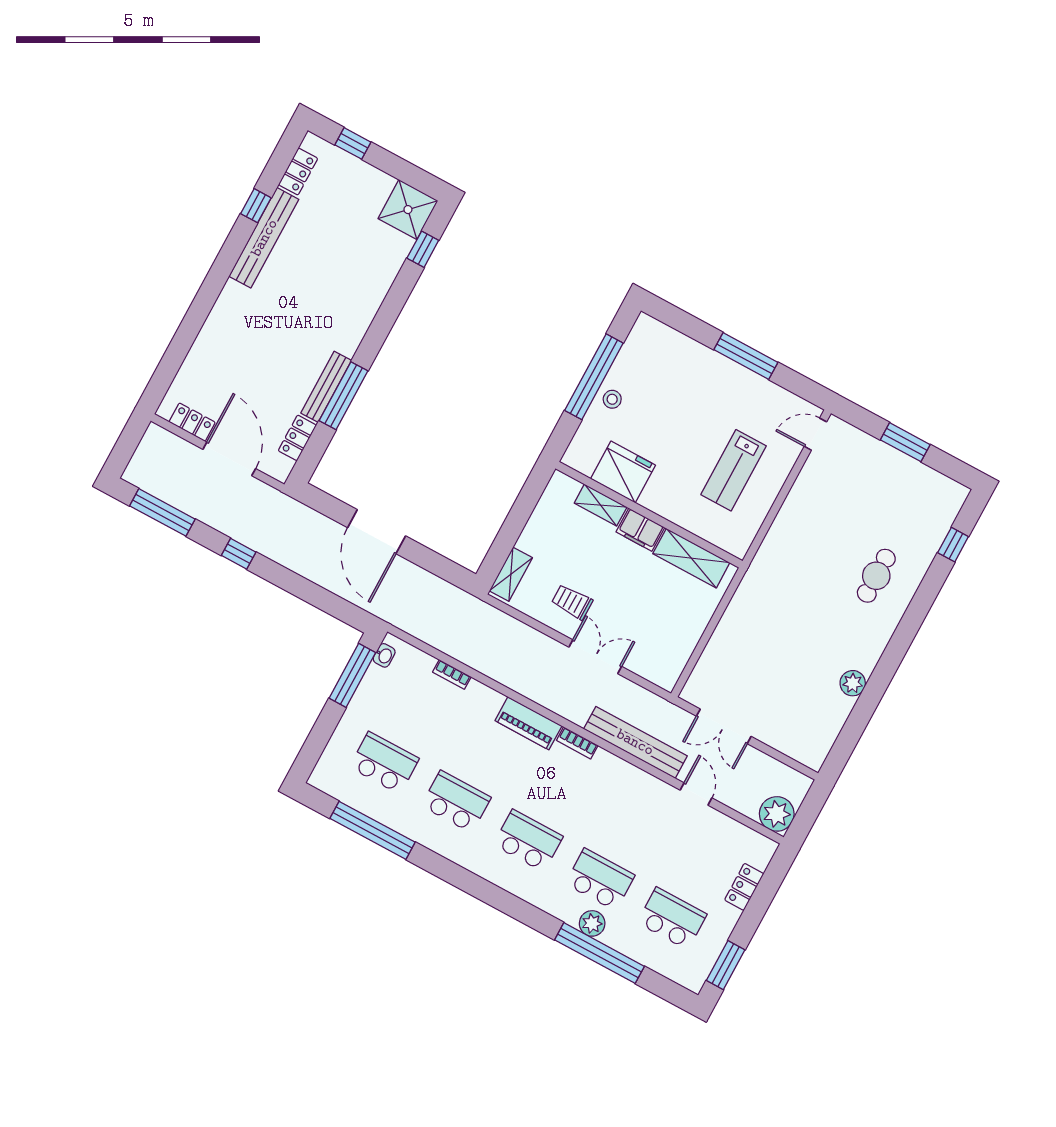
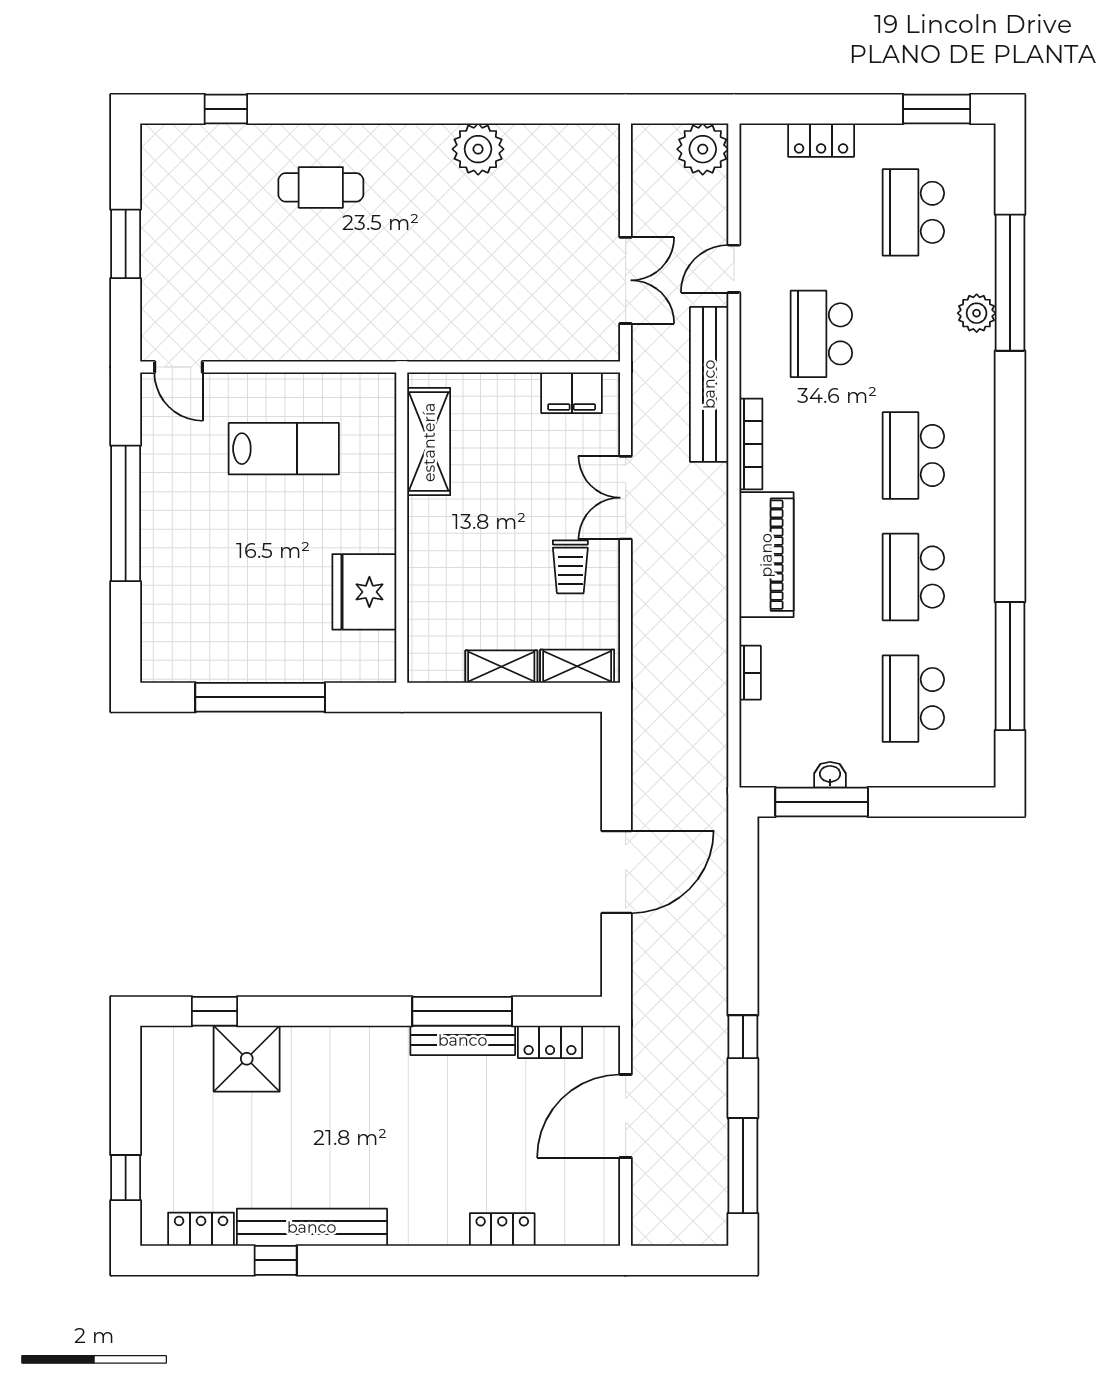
shower: (408, 210) -> (247, 1059), moved
window: (746, 356) -> (126, 513), width x1.46
stool: (612, 399) -> (277, 658), removed
locker: (192, 422) -> (502, 1230), moved, turned 90
shelving: (601, 505) -> (501, 667), moved, turned 90
filing cabinet: (640, 530) -> (572, 393), moved, turned 90
washbasin: (384, 655) -> (830, 775), moved
plant: (853, 683) -> (478, 149), width x1.36, depth x1.36
piano: (528, 723) -> (766, 555), width x1.37, depth x1.33
bookcase: (577, 743) -> (751, 444), width x1.56
school desk: (600, 879) -> (821, 334), moved

